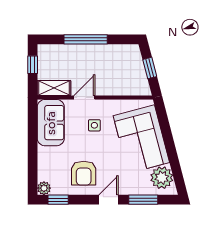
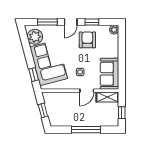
window: (164, 121) -> (34, 75), added
window: (58, 200) -> (92, 22), moved

